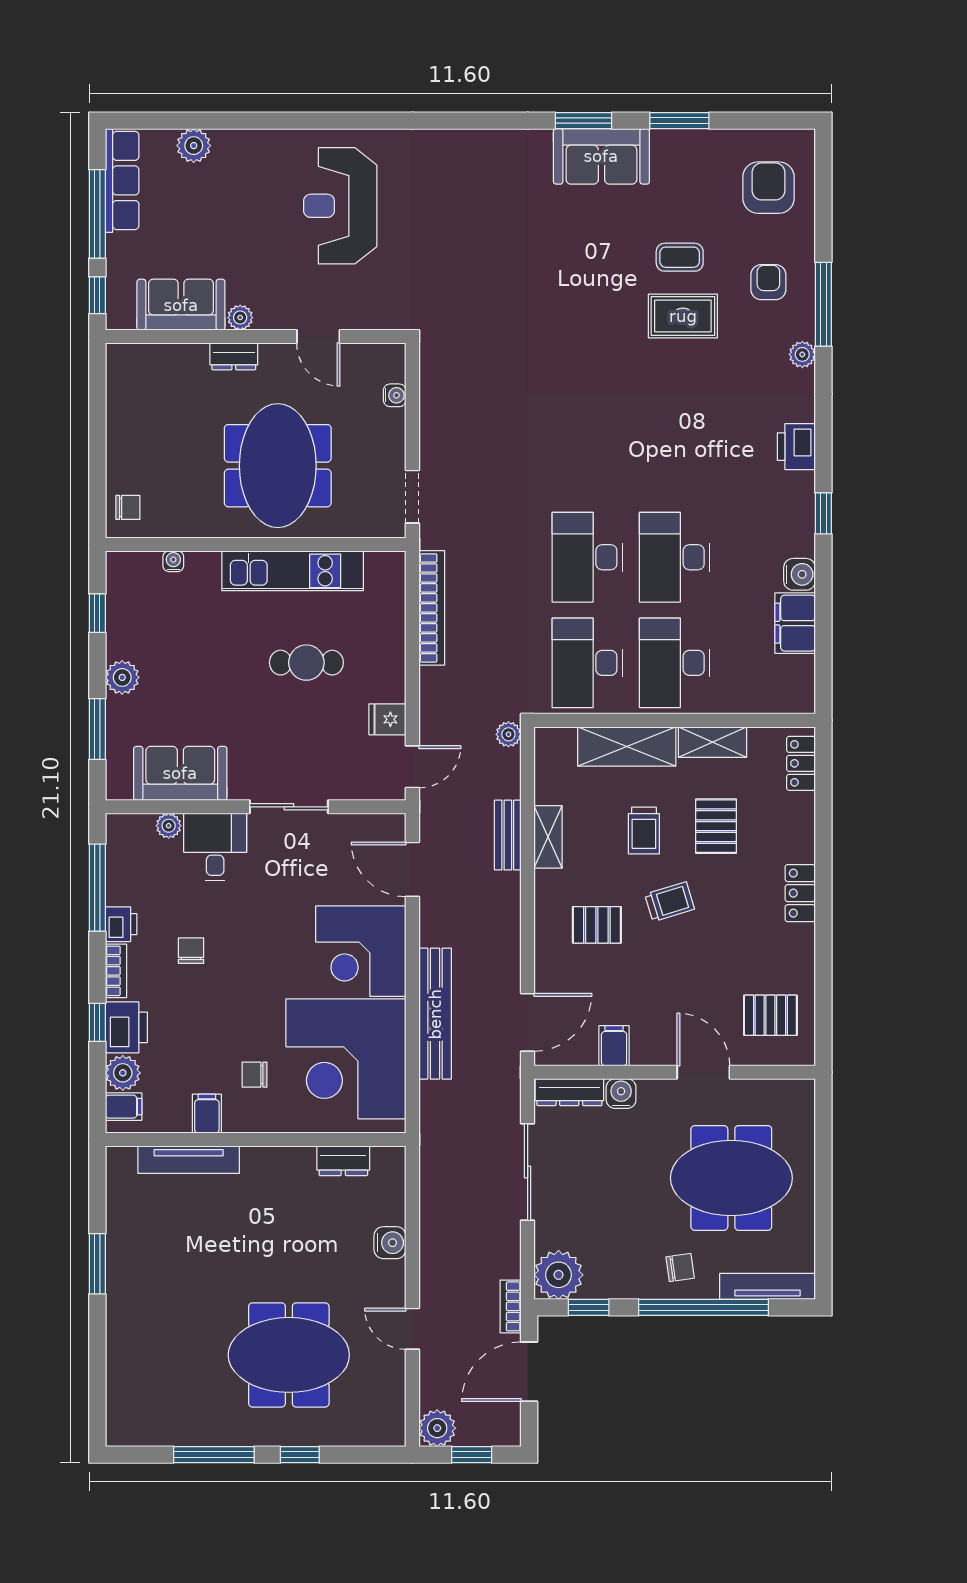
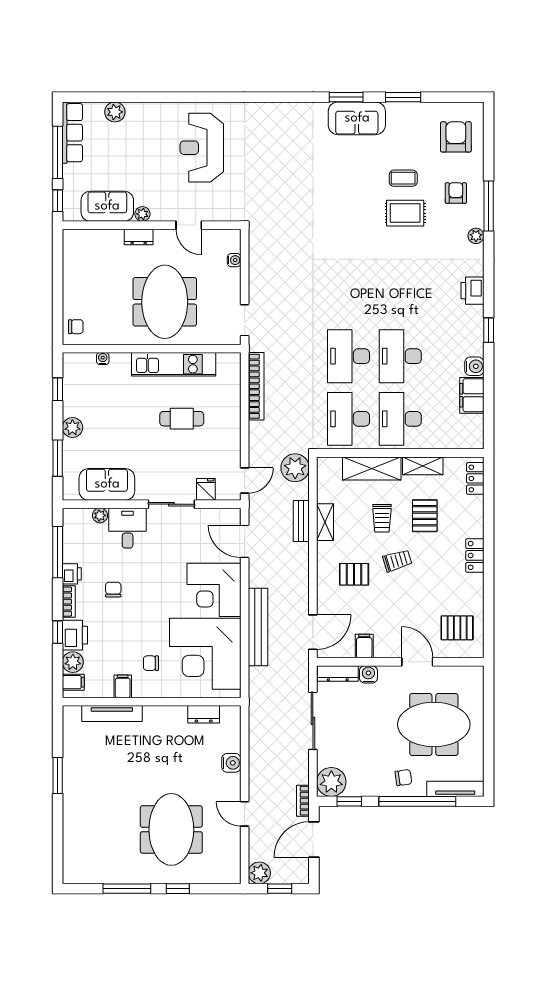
fridge: (387, 719) -> (206, 489), moved, turned 90
plant: (508, 734) -> (295, 468), width x1.88, depth x1.88
meeting table: (289, 1355) -> (171, 829), turned 90

